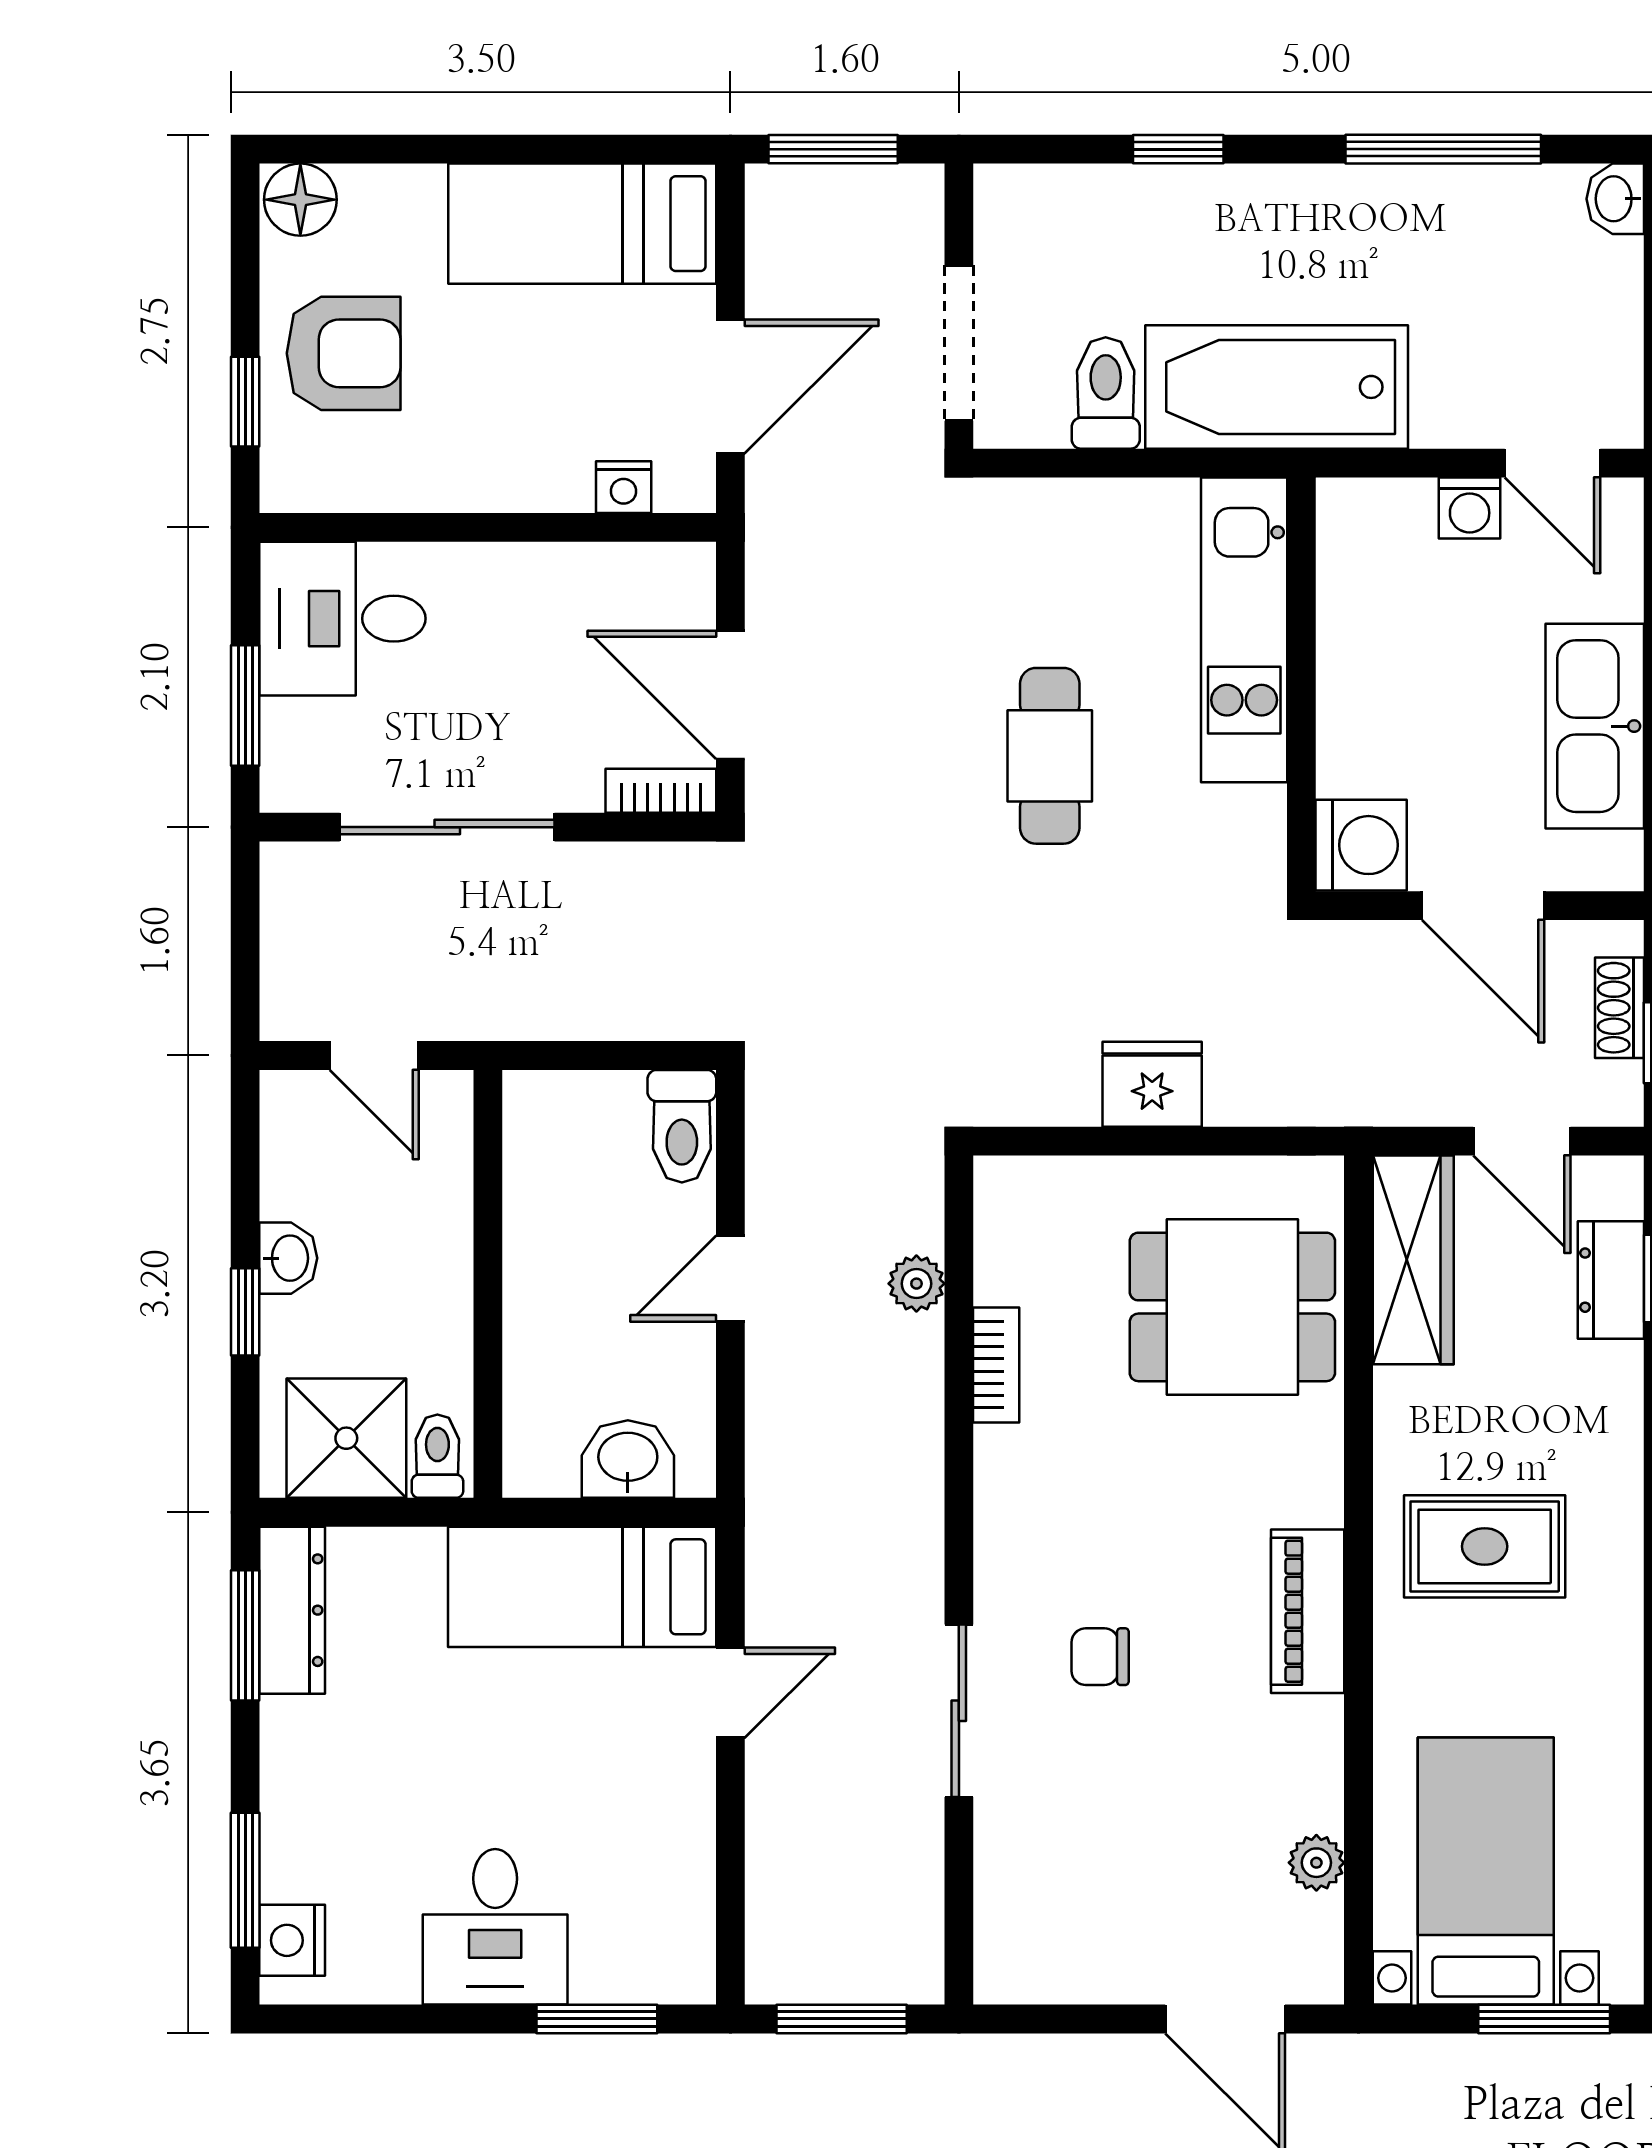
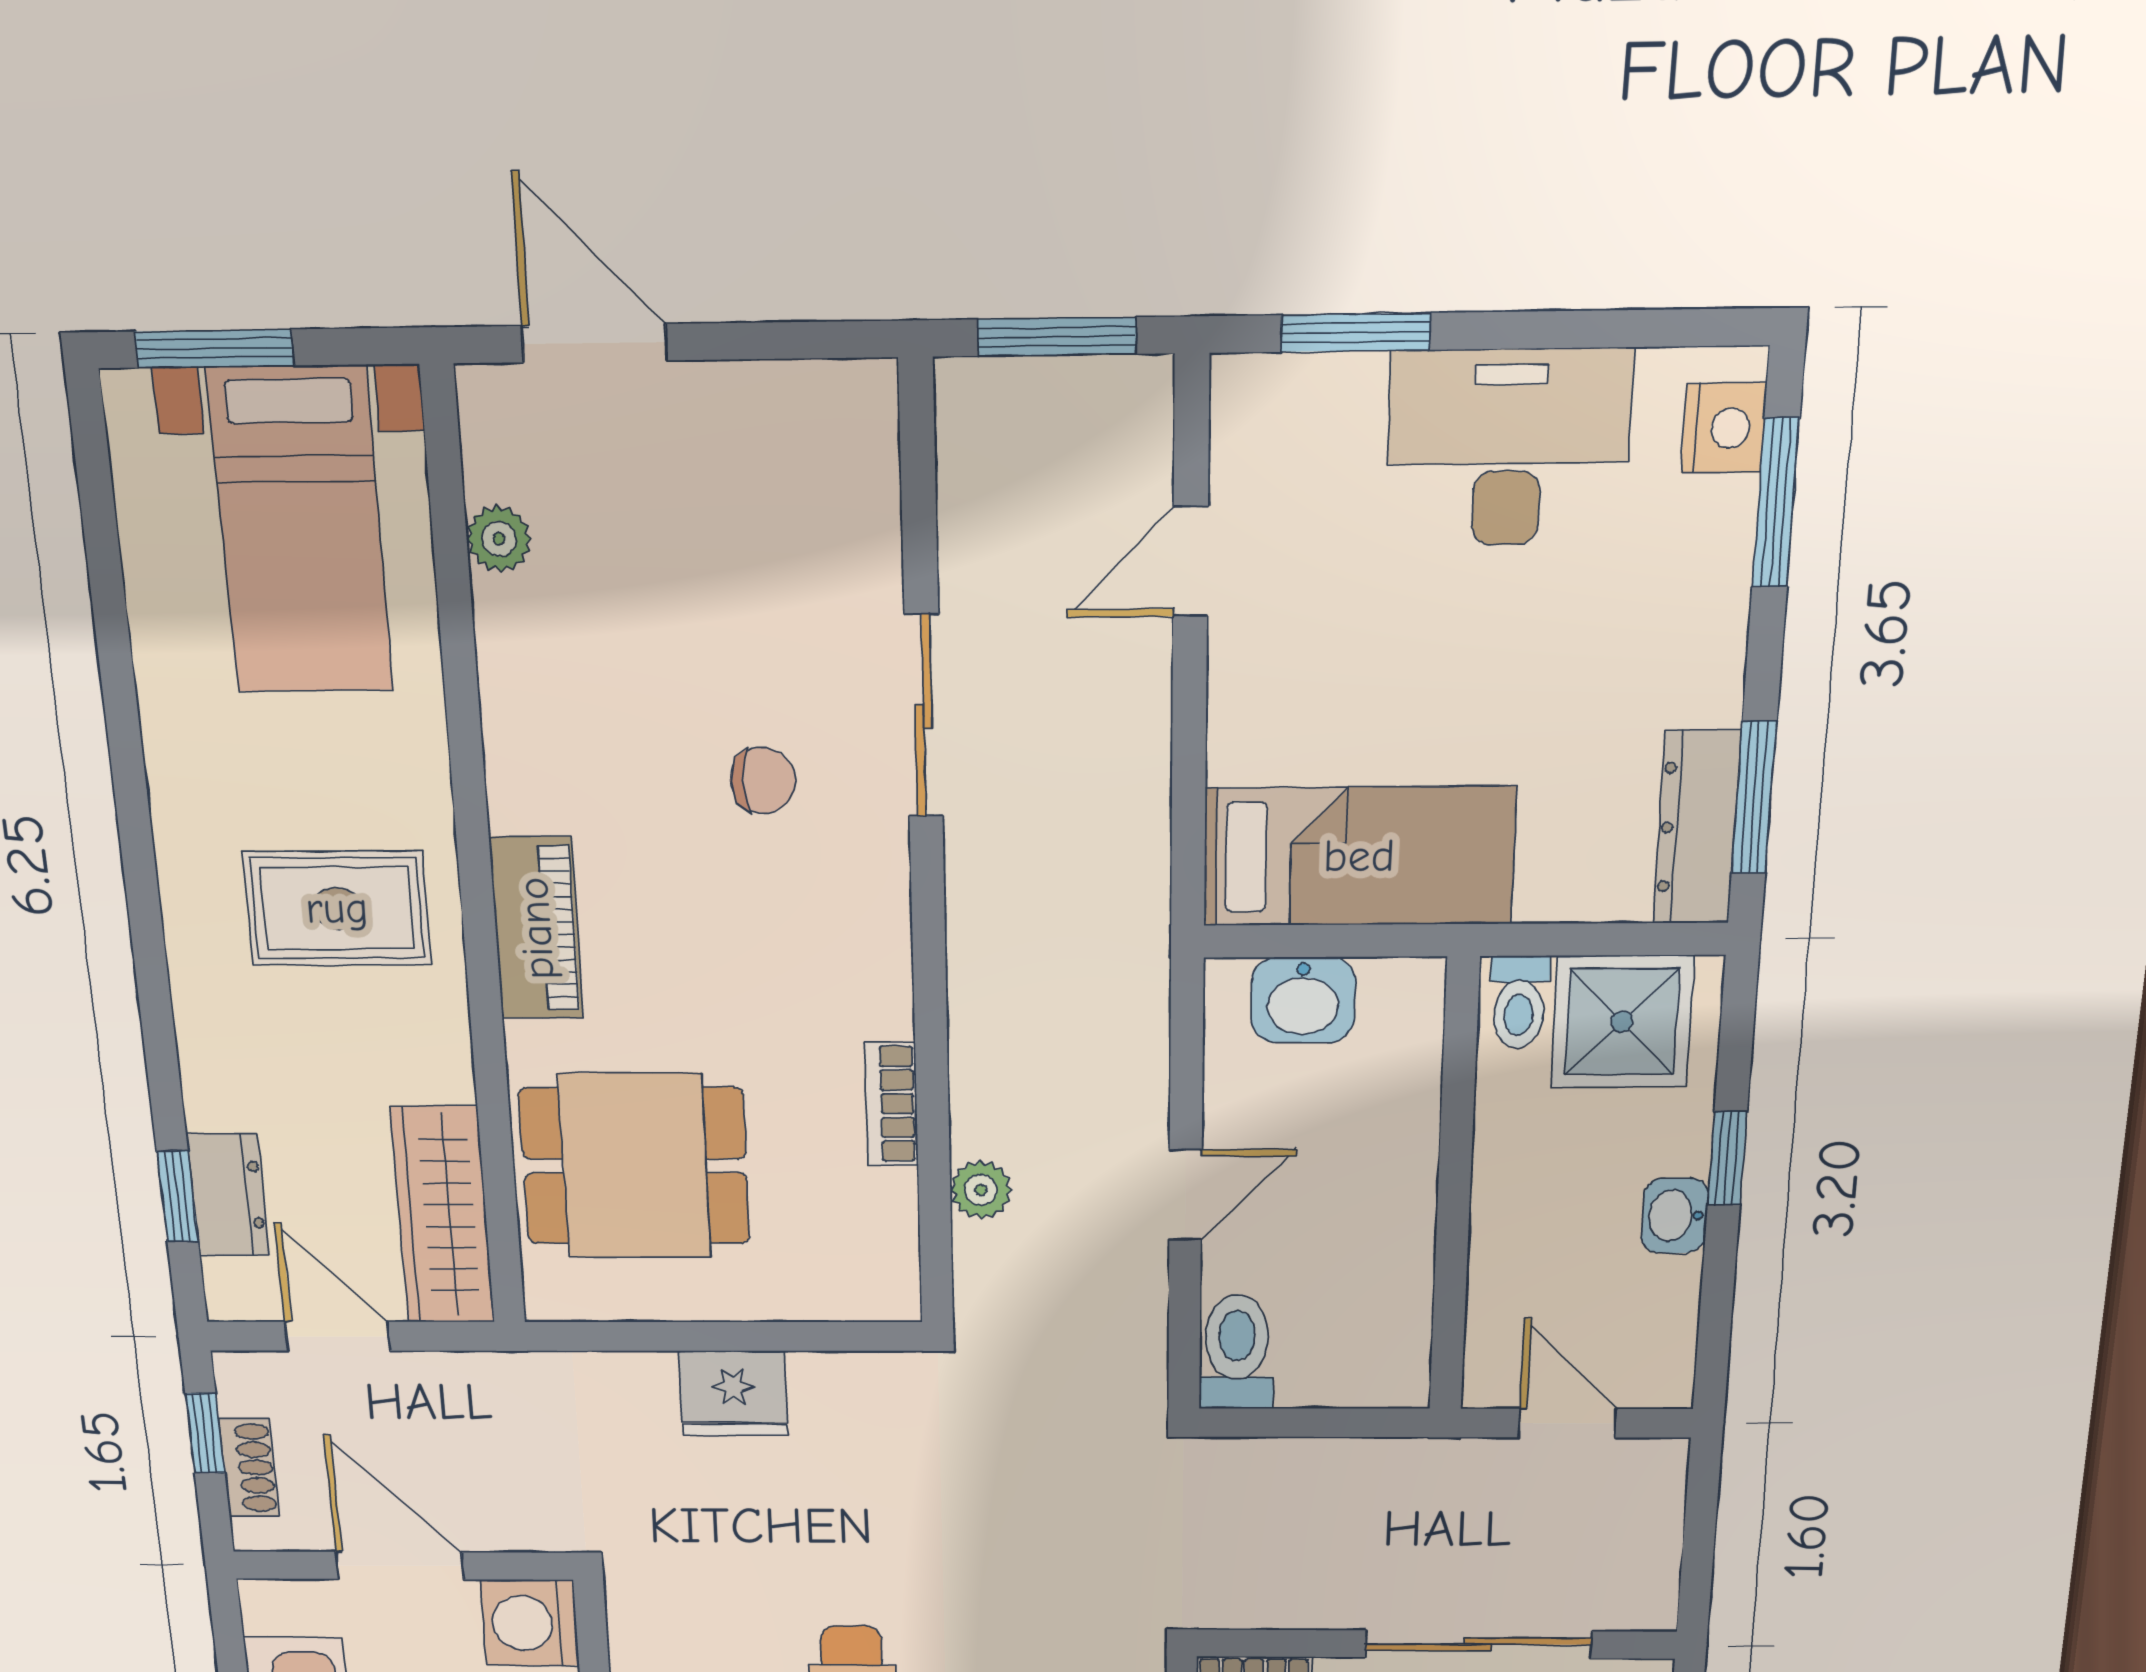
piano: (1308, 1611) -> (536, 928), moved
door: (730, 1693) -> (1190, 561), moved
desk: (495, 1927) -> (1508, 448), width x1.37

